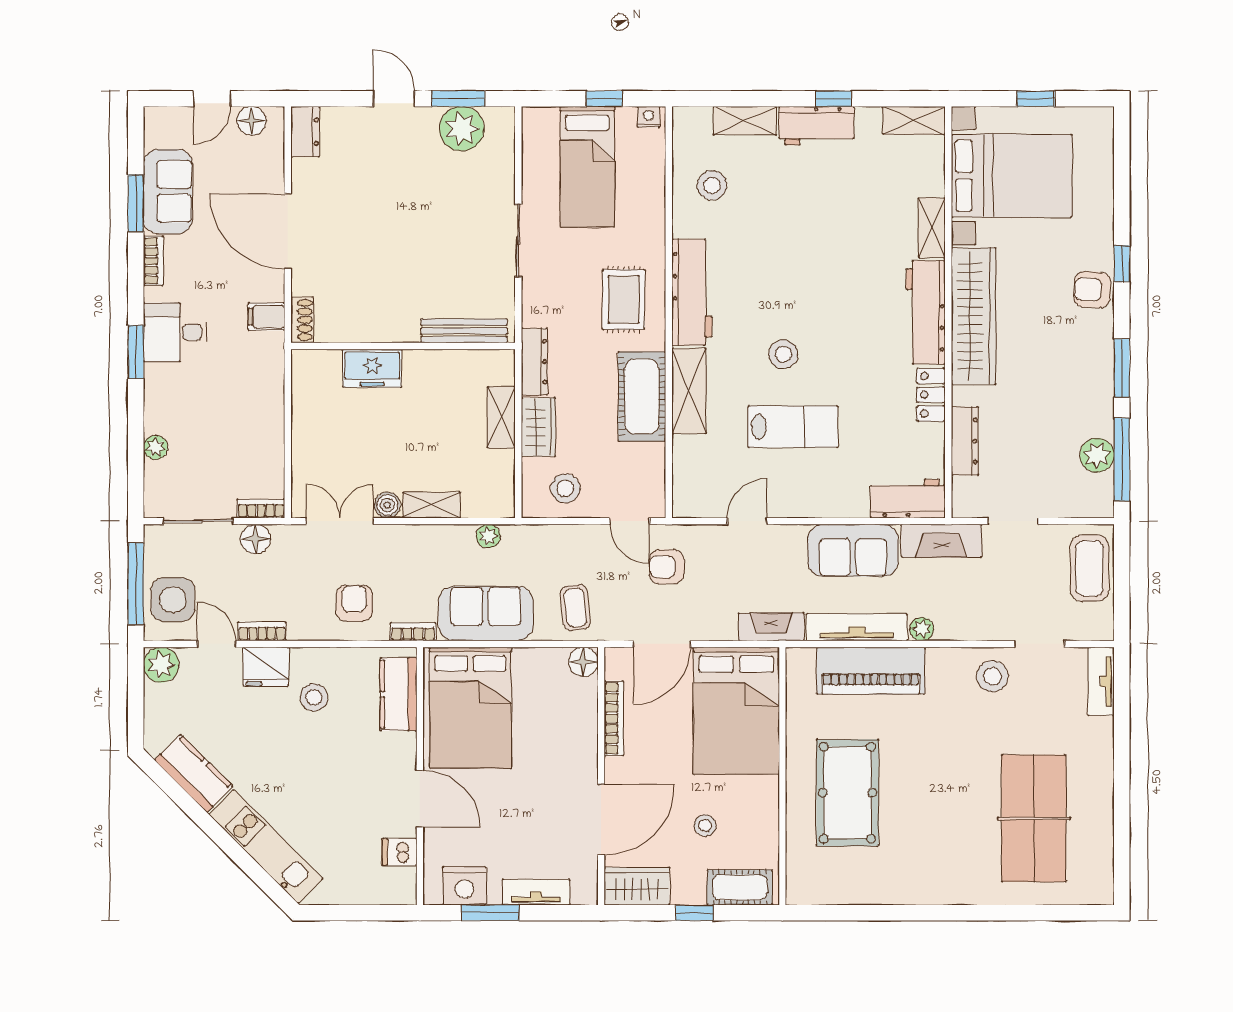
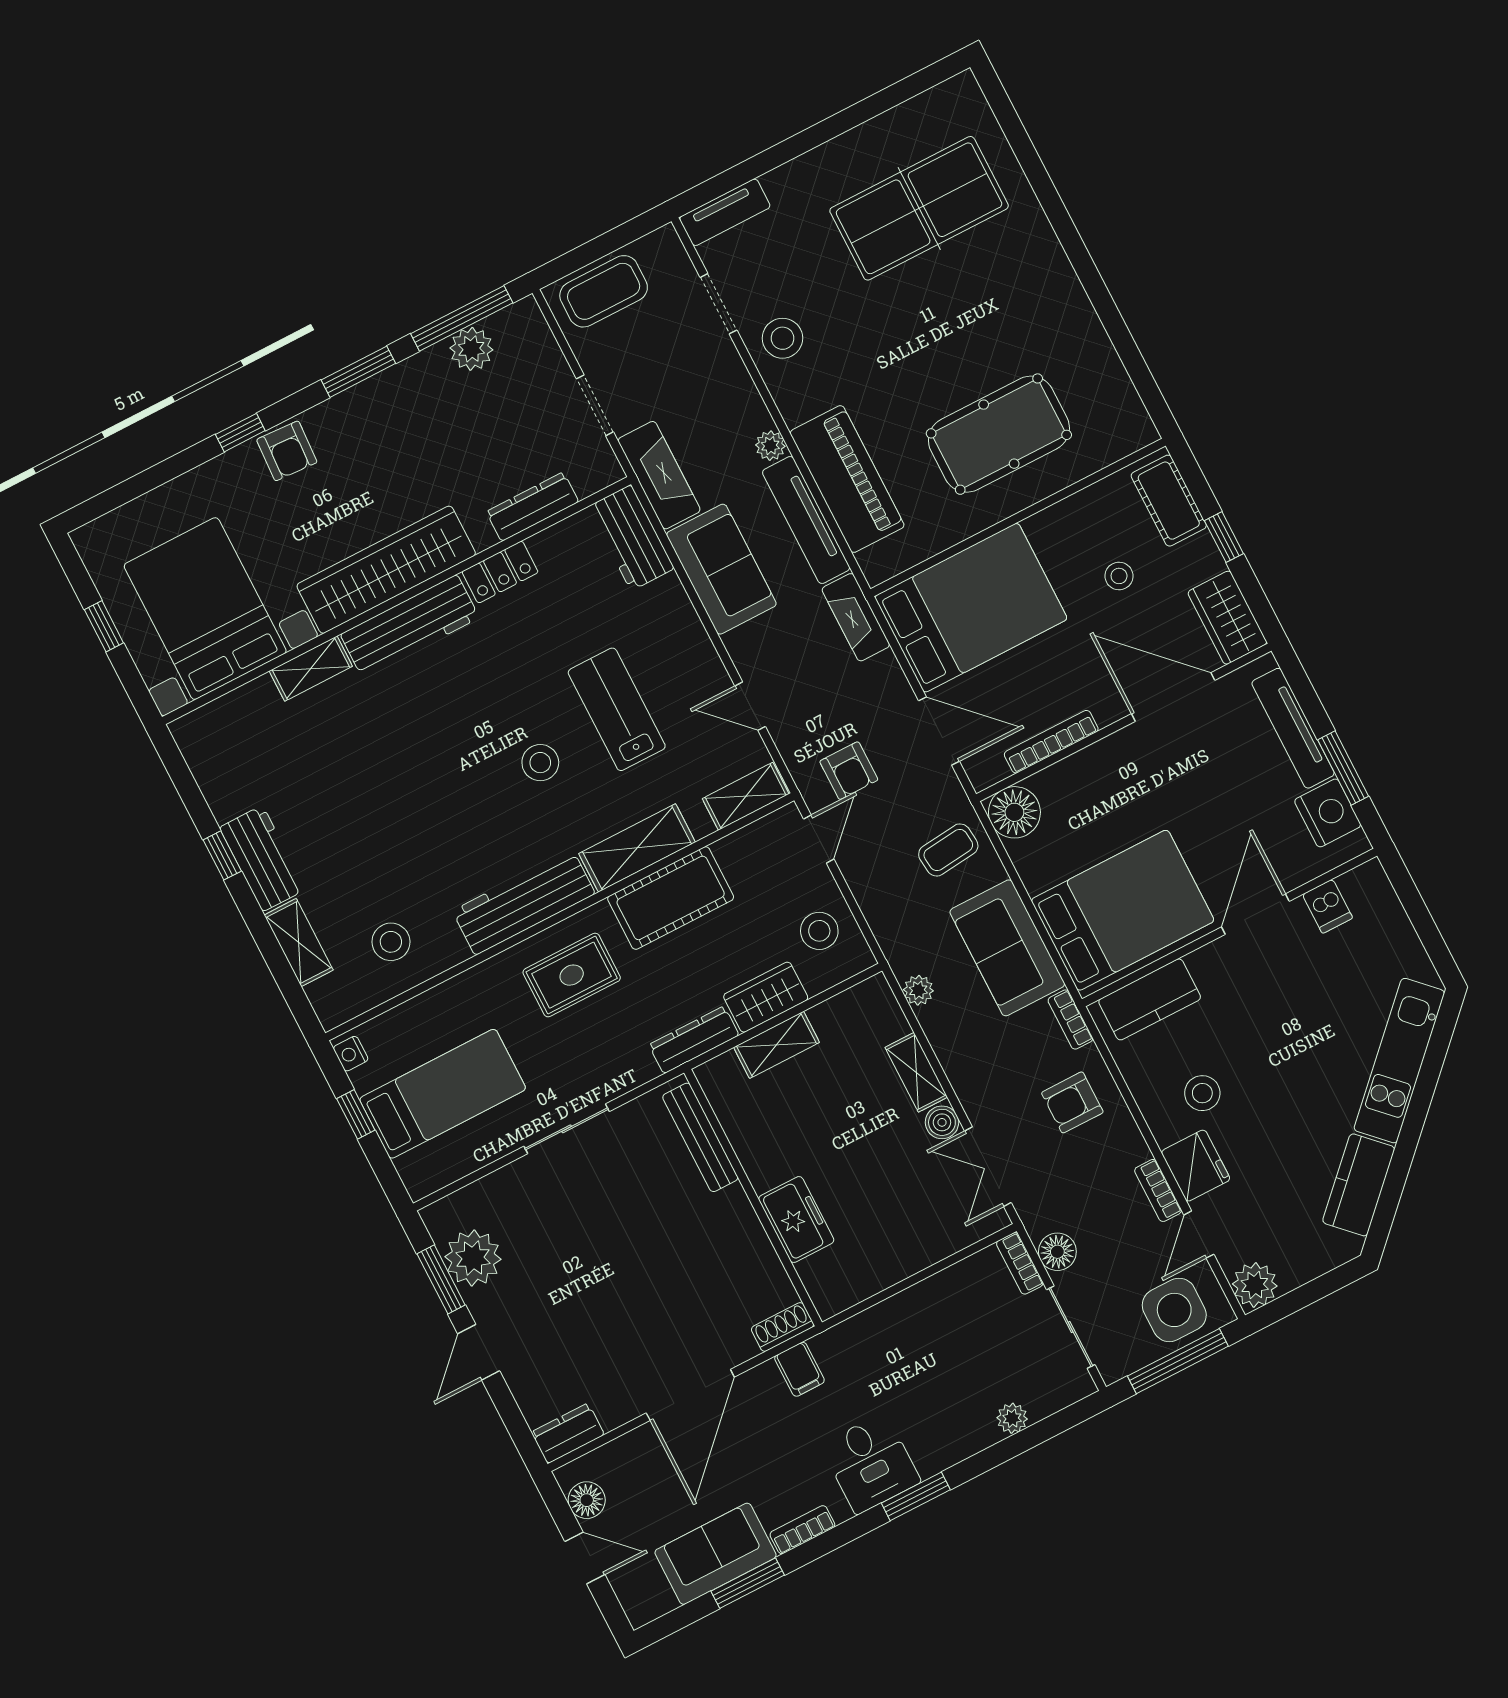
shelving: (914, 120) -> (746, 796), moved, turned 90
floor lamp: (583, 662) -> (1014, 812), width x1.38, depth x1.38
tv unit: (536, 892) -> (1293, 728), width x1.41

